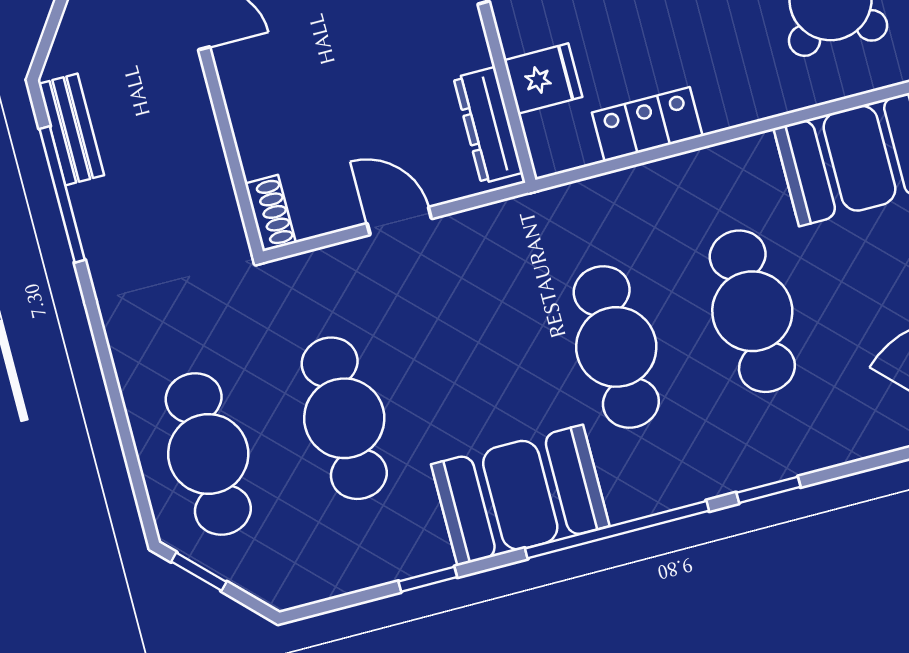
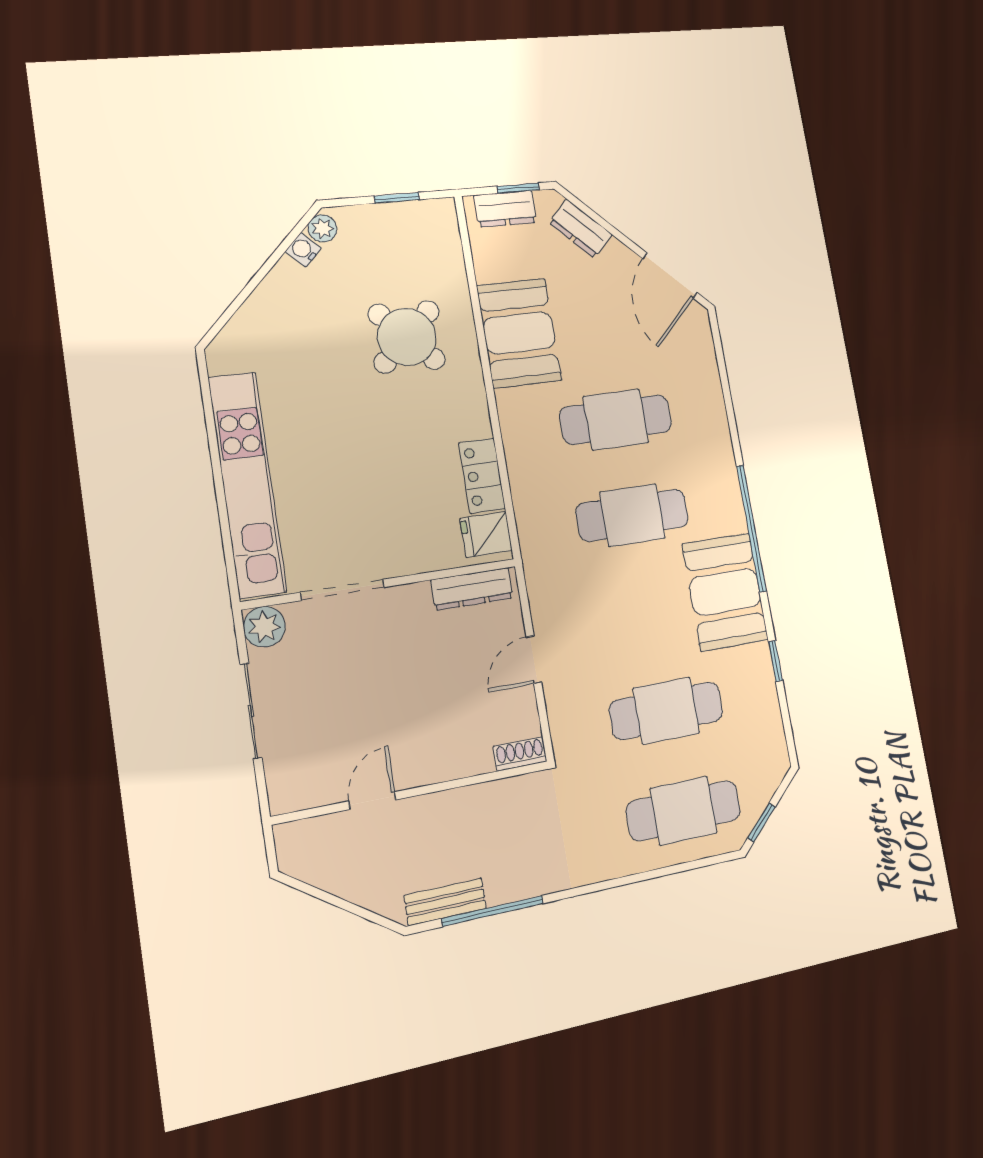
fridge: (543, 79) -> (486, 534), moved, turned -90
window: (769, 490) -> (732, 424), removed

